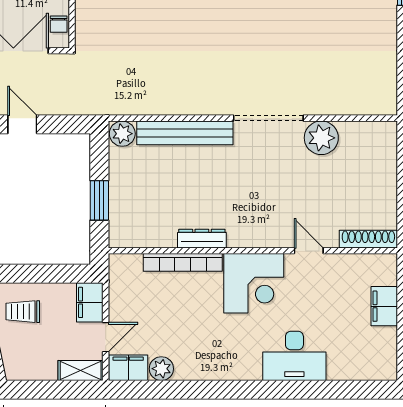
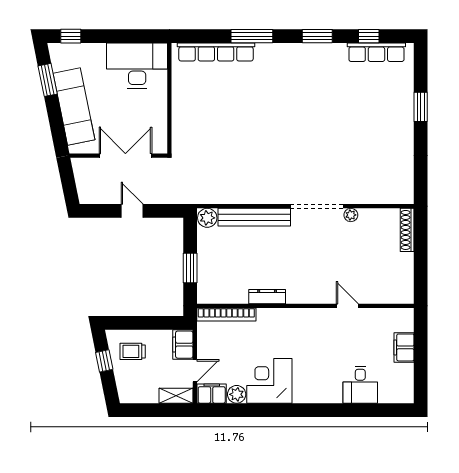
chair: (59, 24) -> (159, 136), removed
plant: (321, 138) -> (351, 215), width x0.53, depth x0.53
shoe rack: (368, 239) -> (407, 230), moved, turned -90
bookcase: (183, 262) -> (226, 315), moved
corner desk: (254, 283) -> (269, 381), moved, turned 180
desk: (294, 356) -> (360, 385), moved, width x0.73

